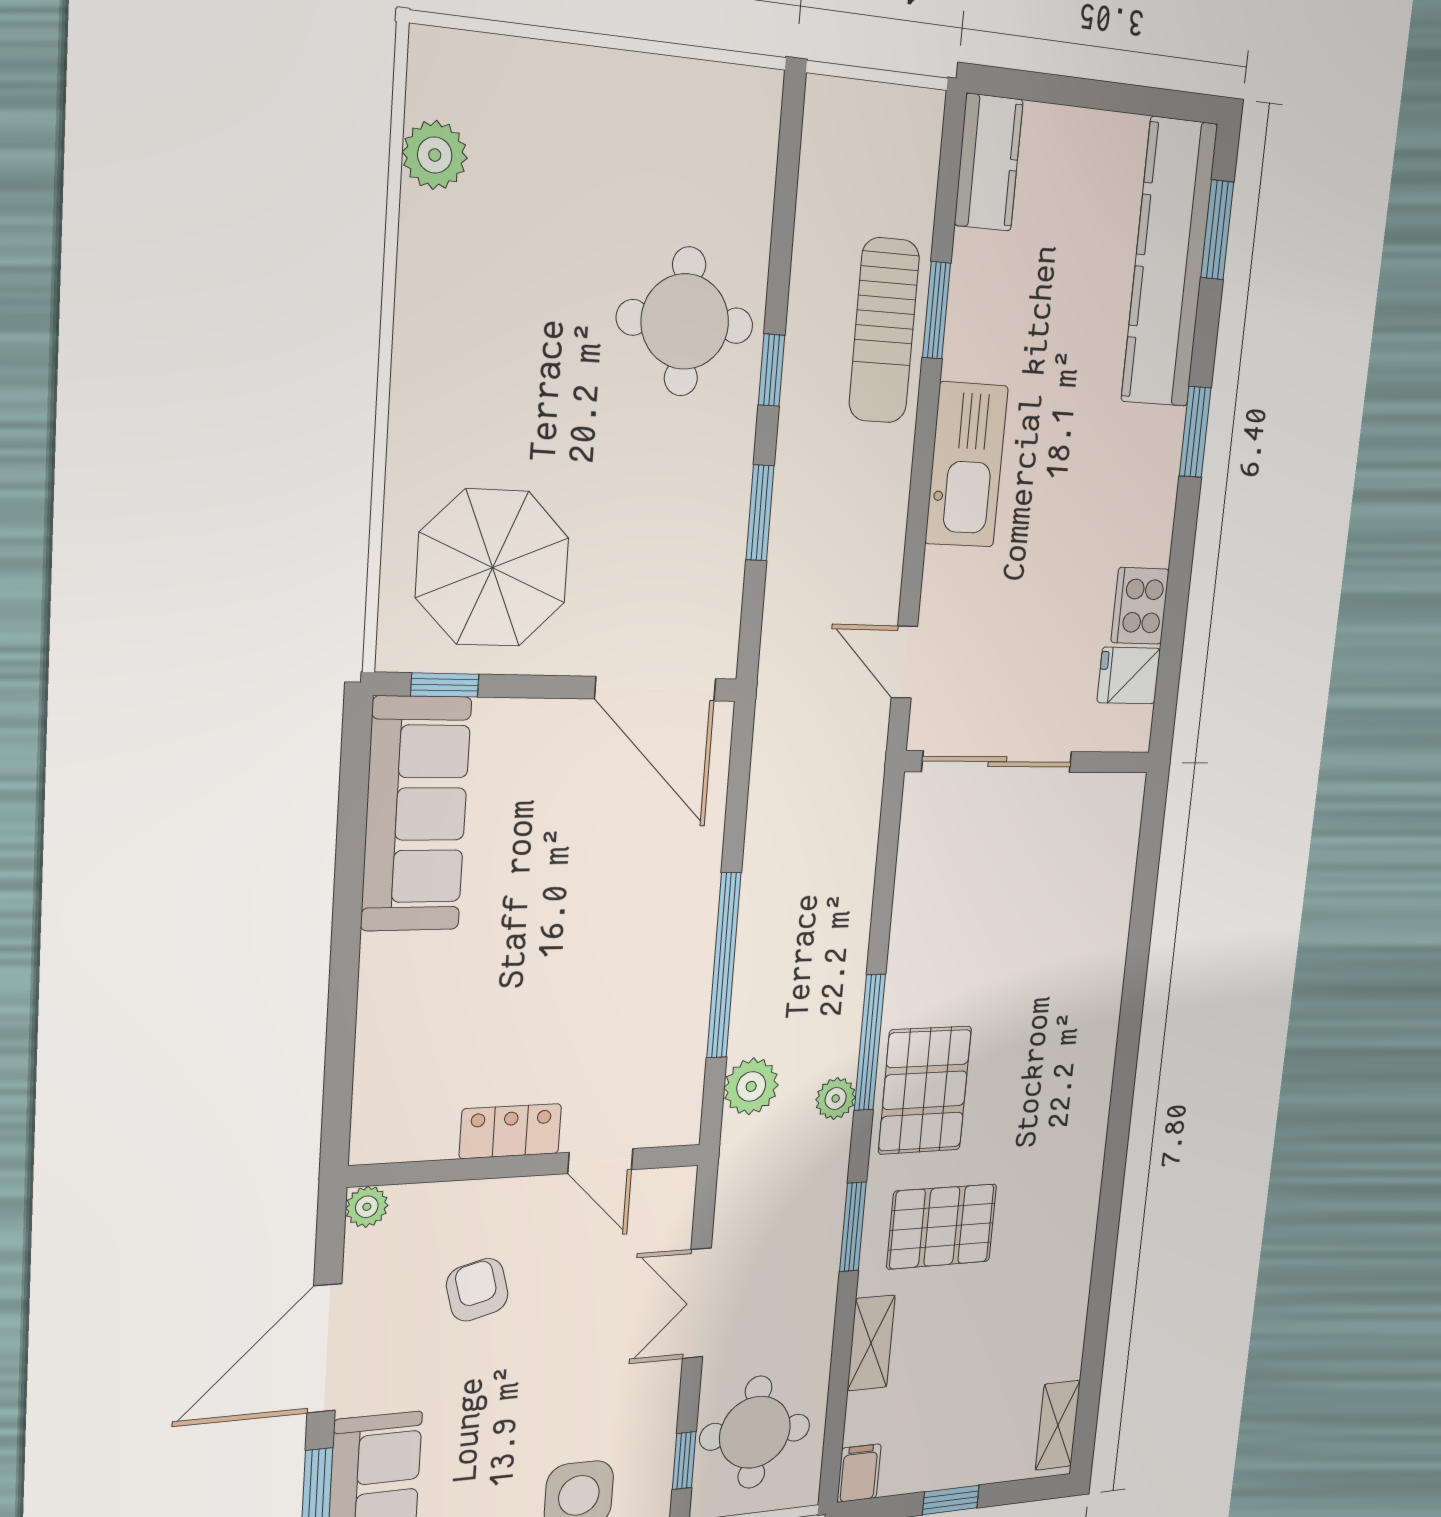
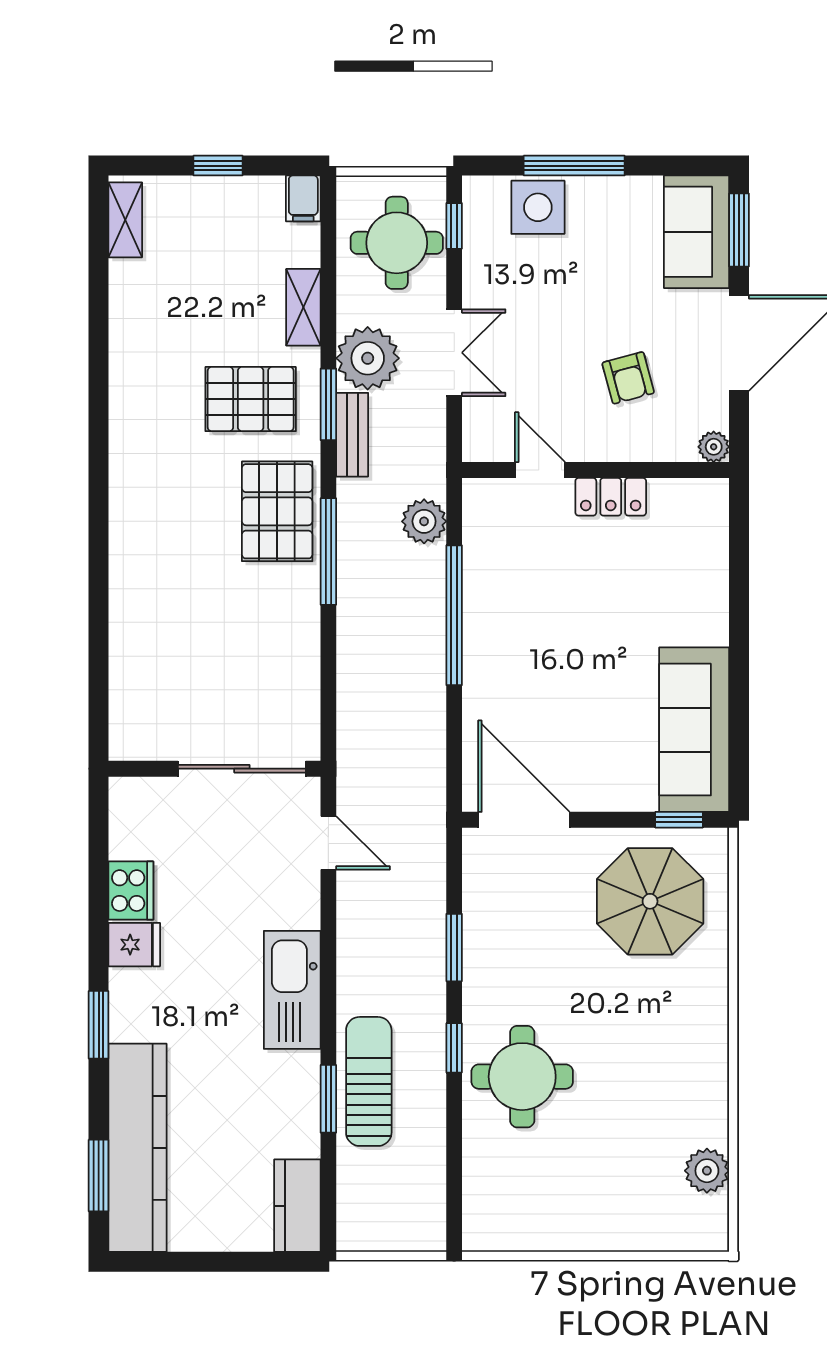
fridge: (1129, 675) -> (134, 945), moved
plant: (836, 1099) -> (368, 358), moved, width x1.87, depth x1.87
bench: (828, 1191) -> (352, 435), added

